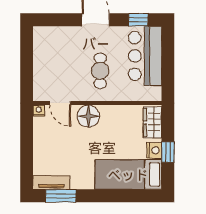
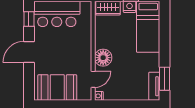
booth: (50, 57) -> (57, 87), added
cafe table: (100, 71) -> (68, 48), removed

